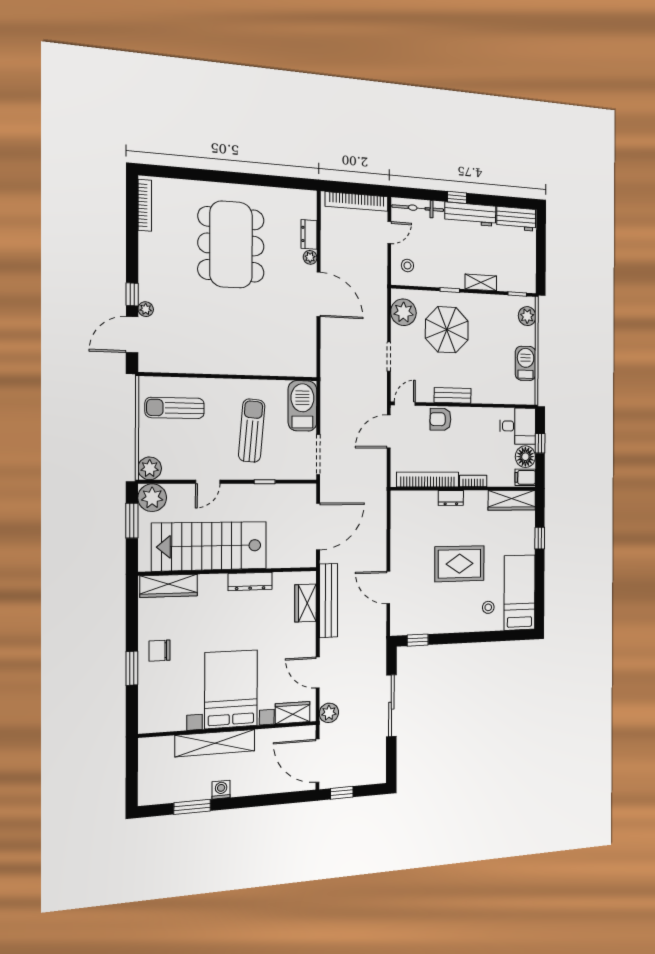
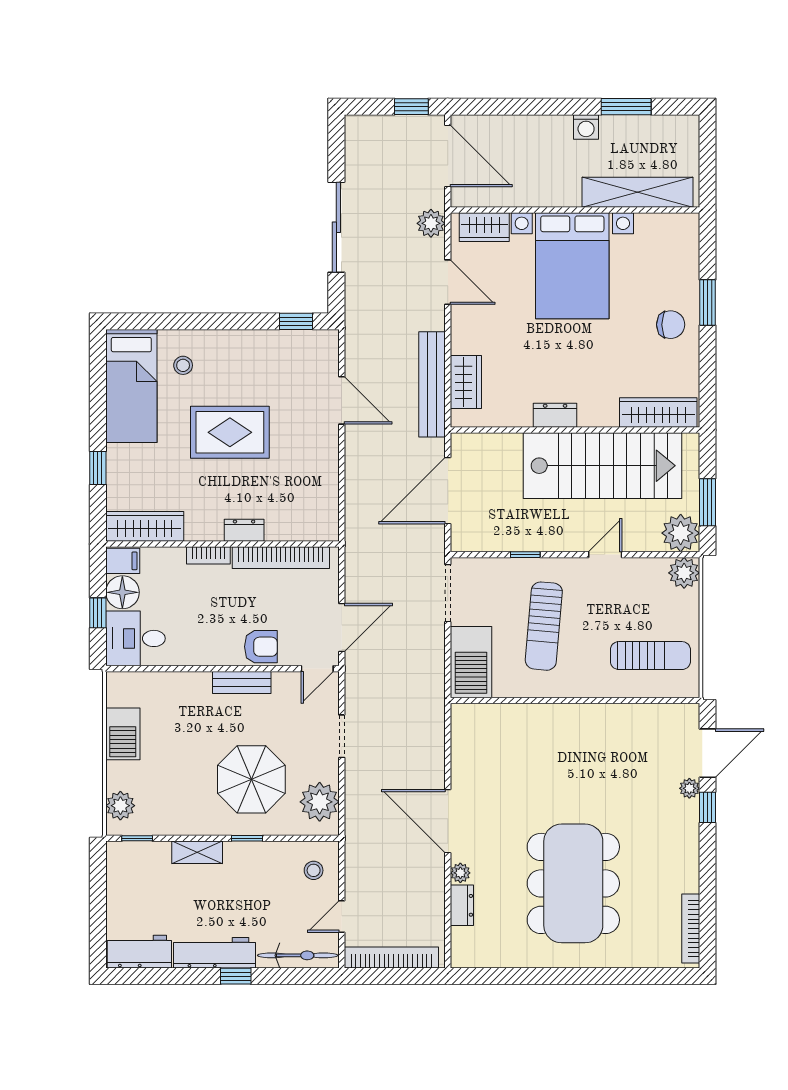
dresser: (250, 581) -> (555, 415), width x0.70
shelving: (215, 743) -> (637, 192), moved

